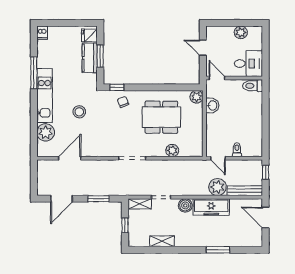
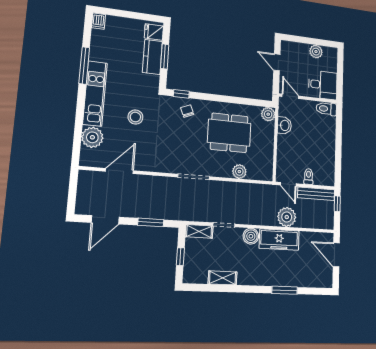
bench: (245, 191) -> (316, 194), moved

